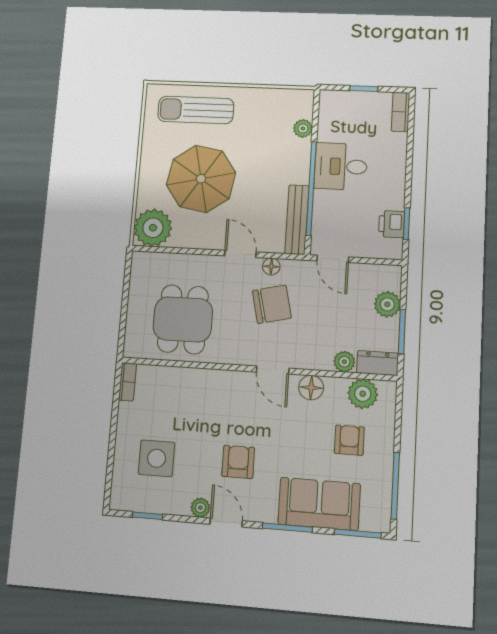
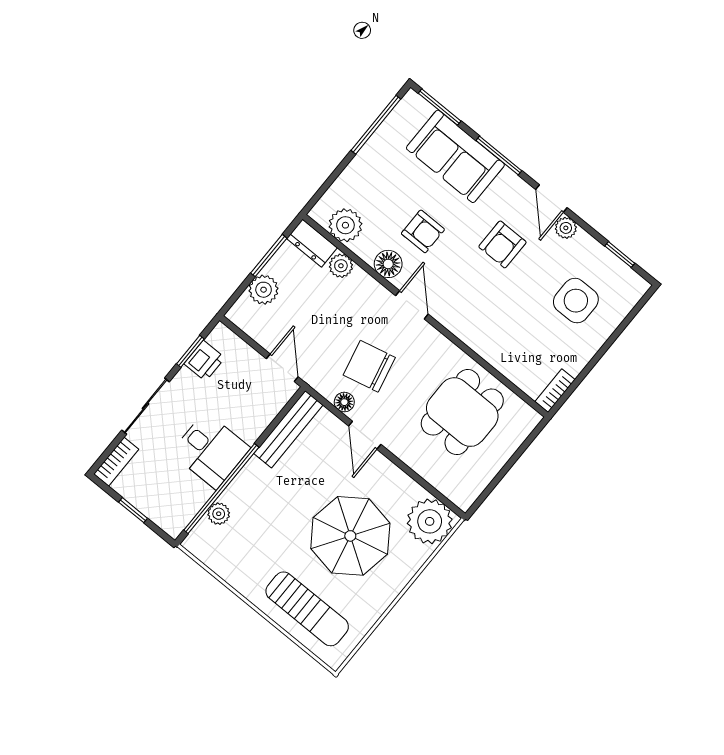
sliding door: (409, 164) -> (146, 406), added
window: (311, 188) -> (221, 489), moved
armchair: (349, 440) -> (423, 231), moved, turned -90

